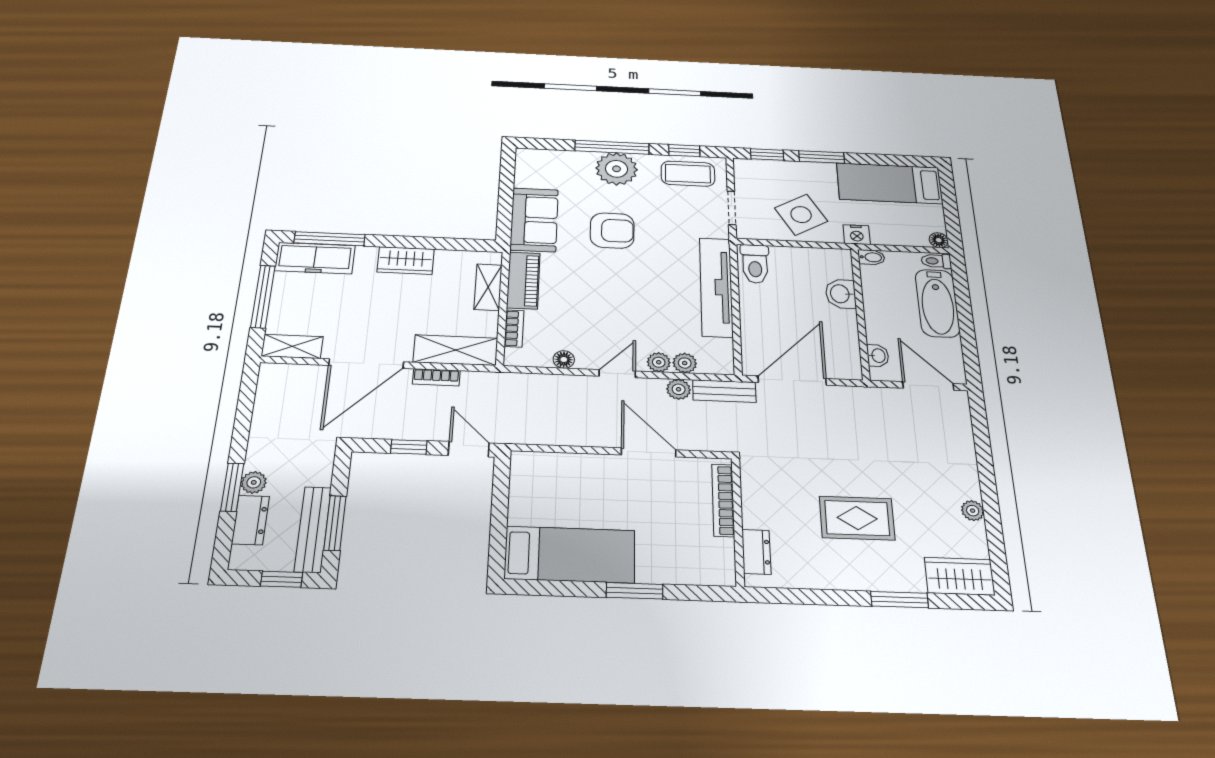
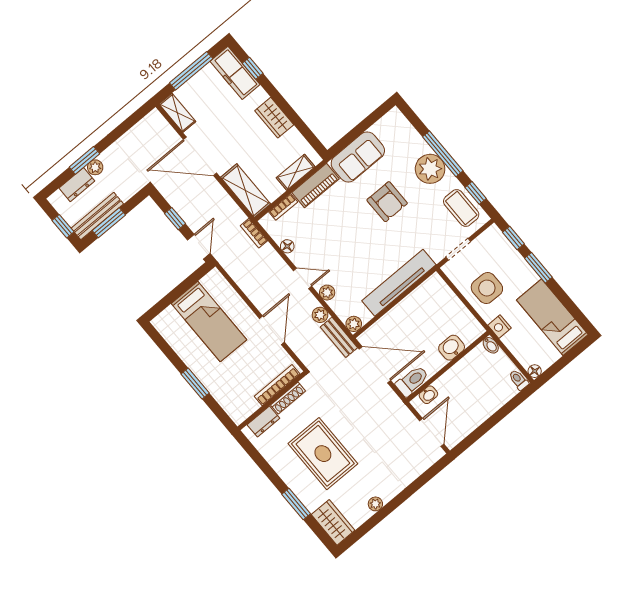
side table: (801, 215) -> (487, 288), turned 30
window: (330, 239) -> (253, 68), width x0.46
toilet: (755, 264) -> (412, 381), moved, turned 180
bathtub: (937, 303) -> (490, 400), removed
plant: (685, 363) -> (354, 324), moved
bookcase: (436, 377) -> (254, 233), moved
shoe rack: (751, 501) -> (288, 398), added
rug: (857, 518) -> (323, 454), width x1.36, depth x1.43
bed: (570, 554) -> (209, 322), moved

